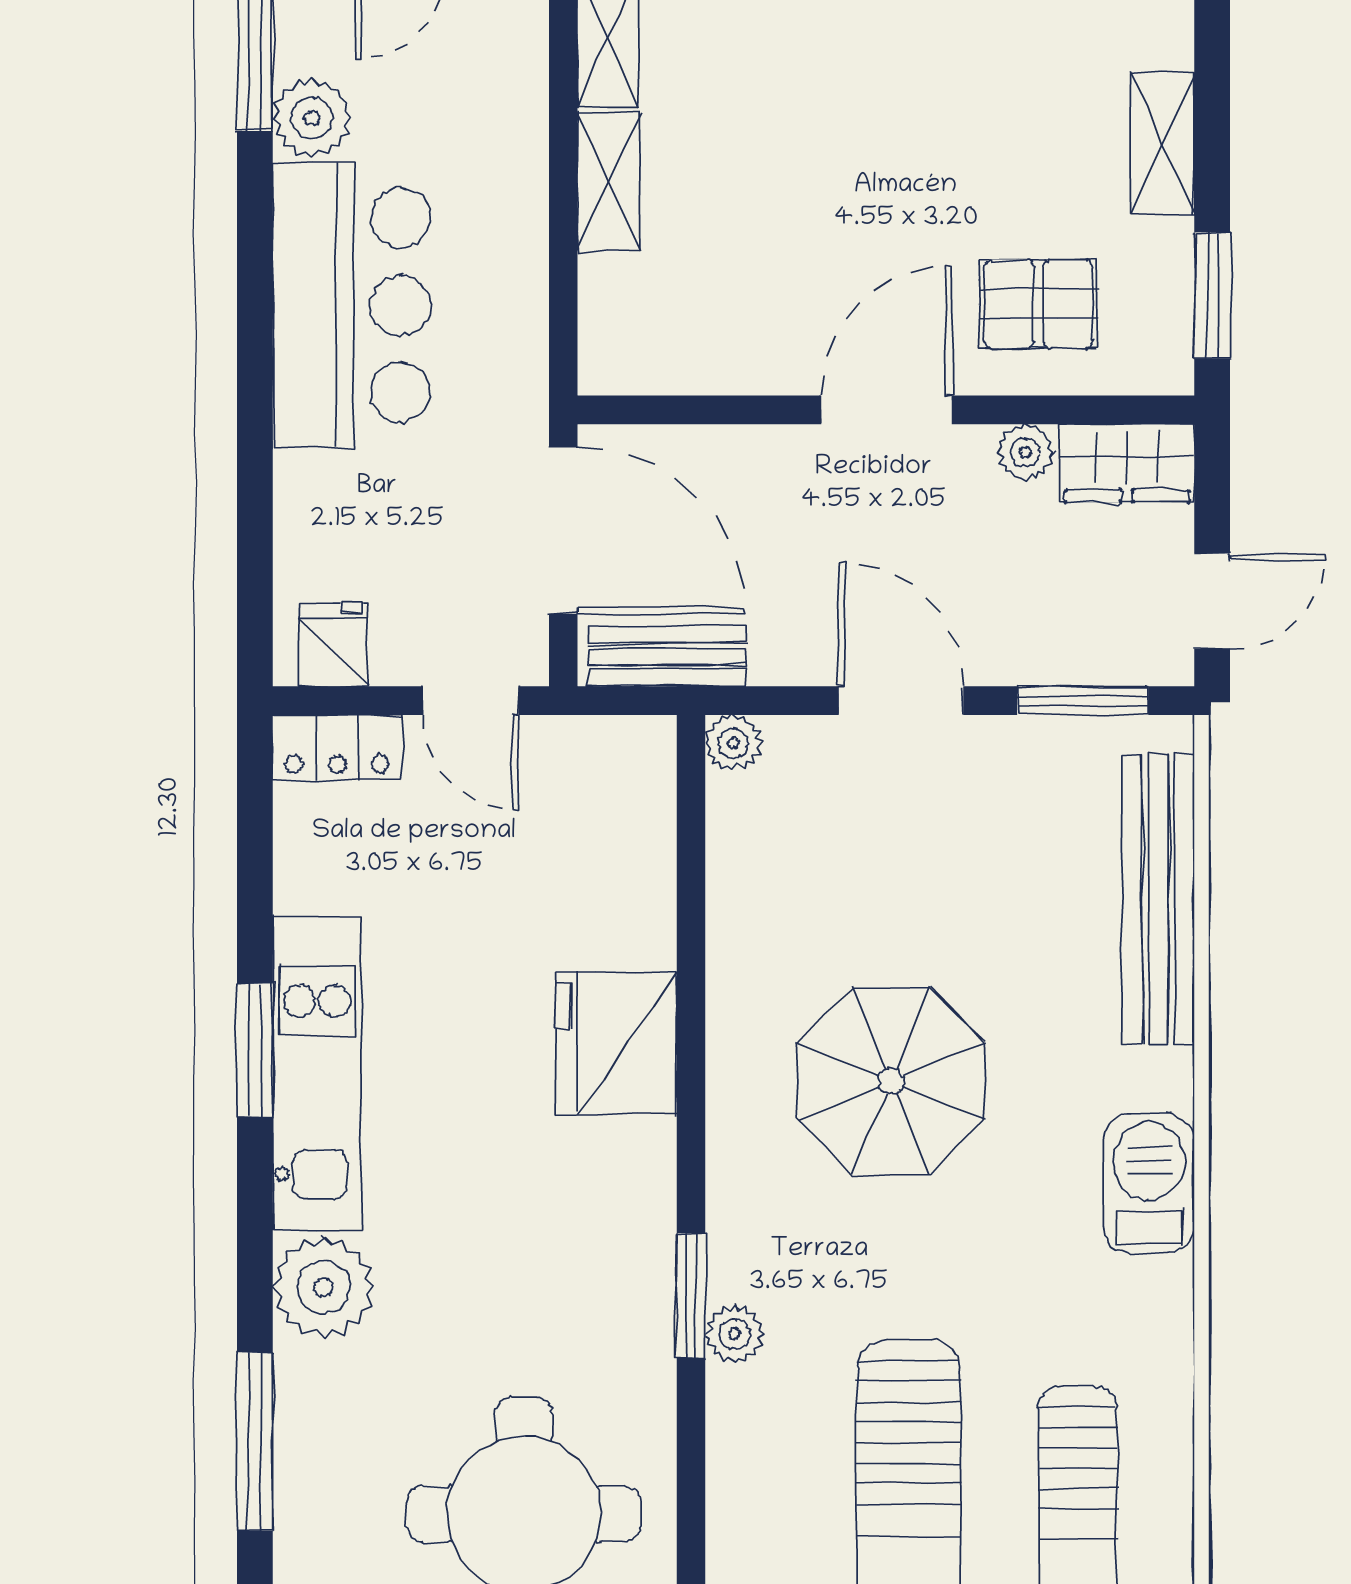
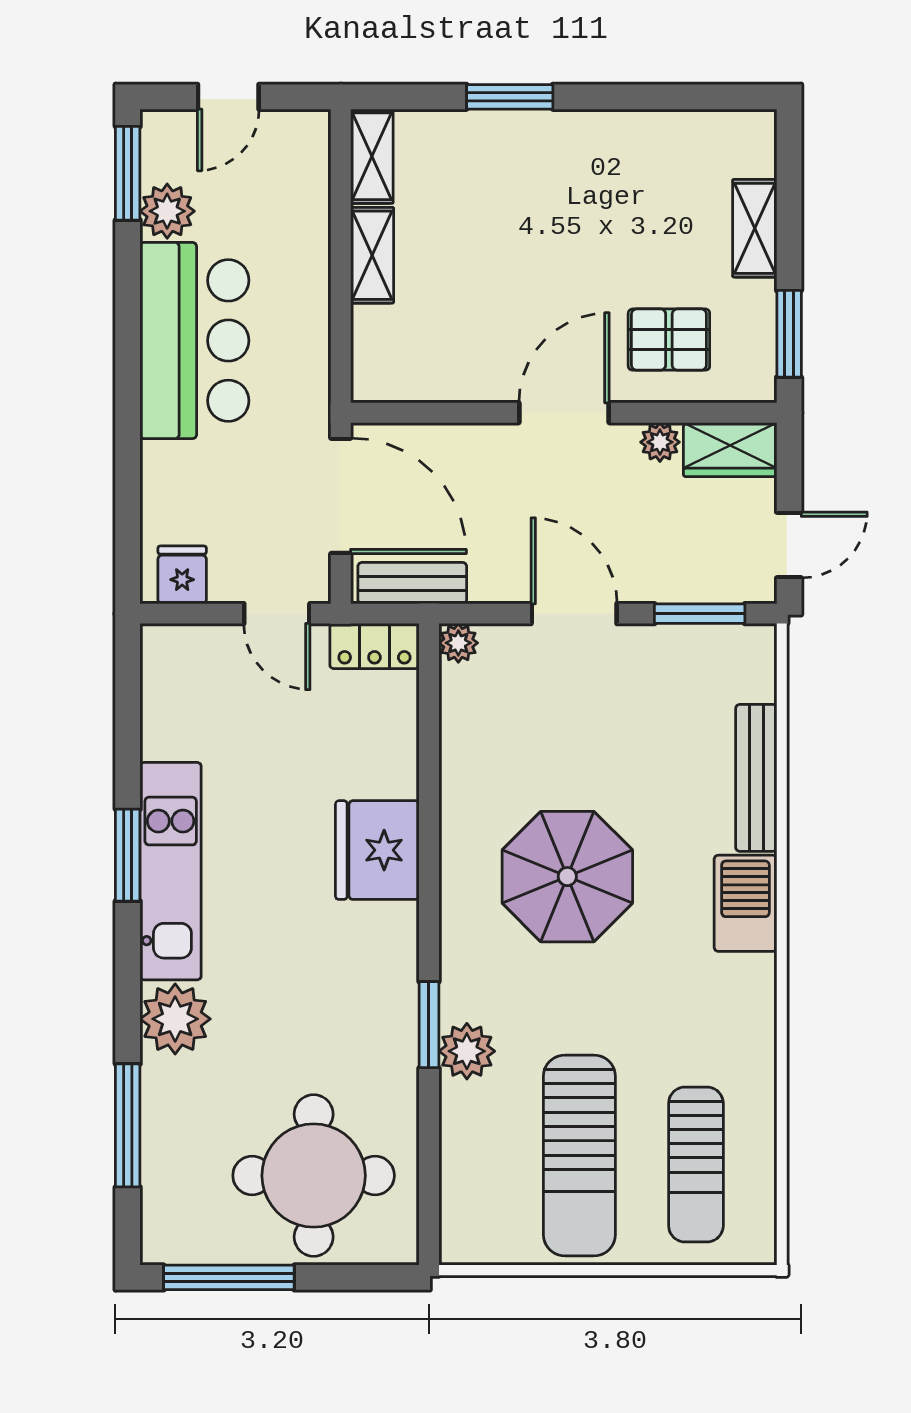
locker: (337, 747) -> (374, 646), moved
bench: (1158, 899) -> (756, 778), width x0.73, depth x0.82
barbecue: (1149, 1183) -> (745, 903), moved
plant: (735, 1334) -> (467, 1051), width x1.38, depth x1.38

